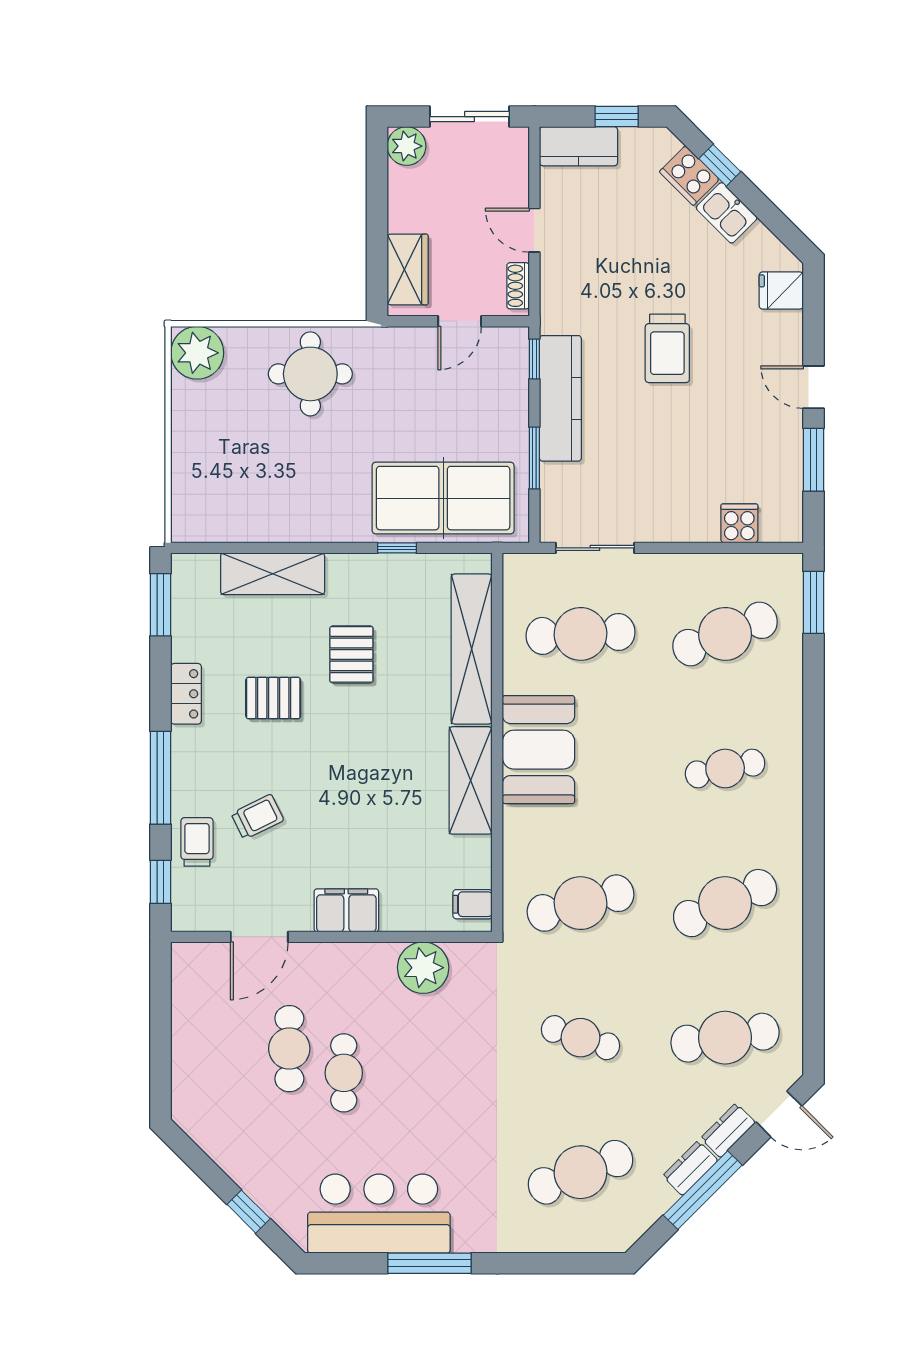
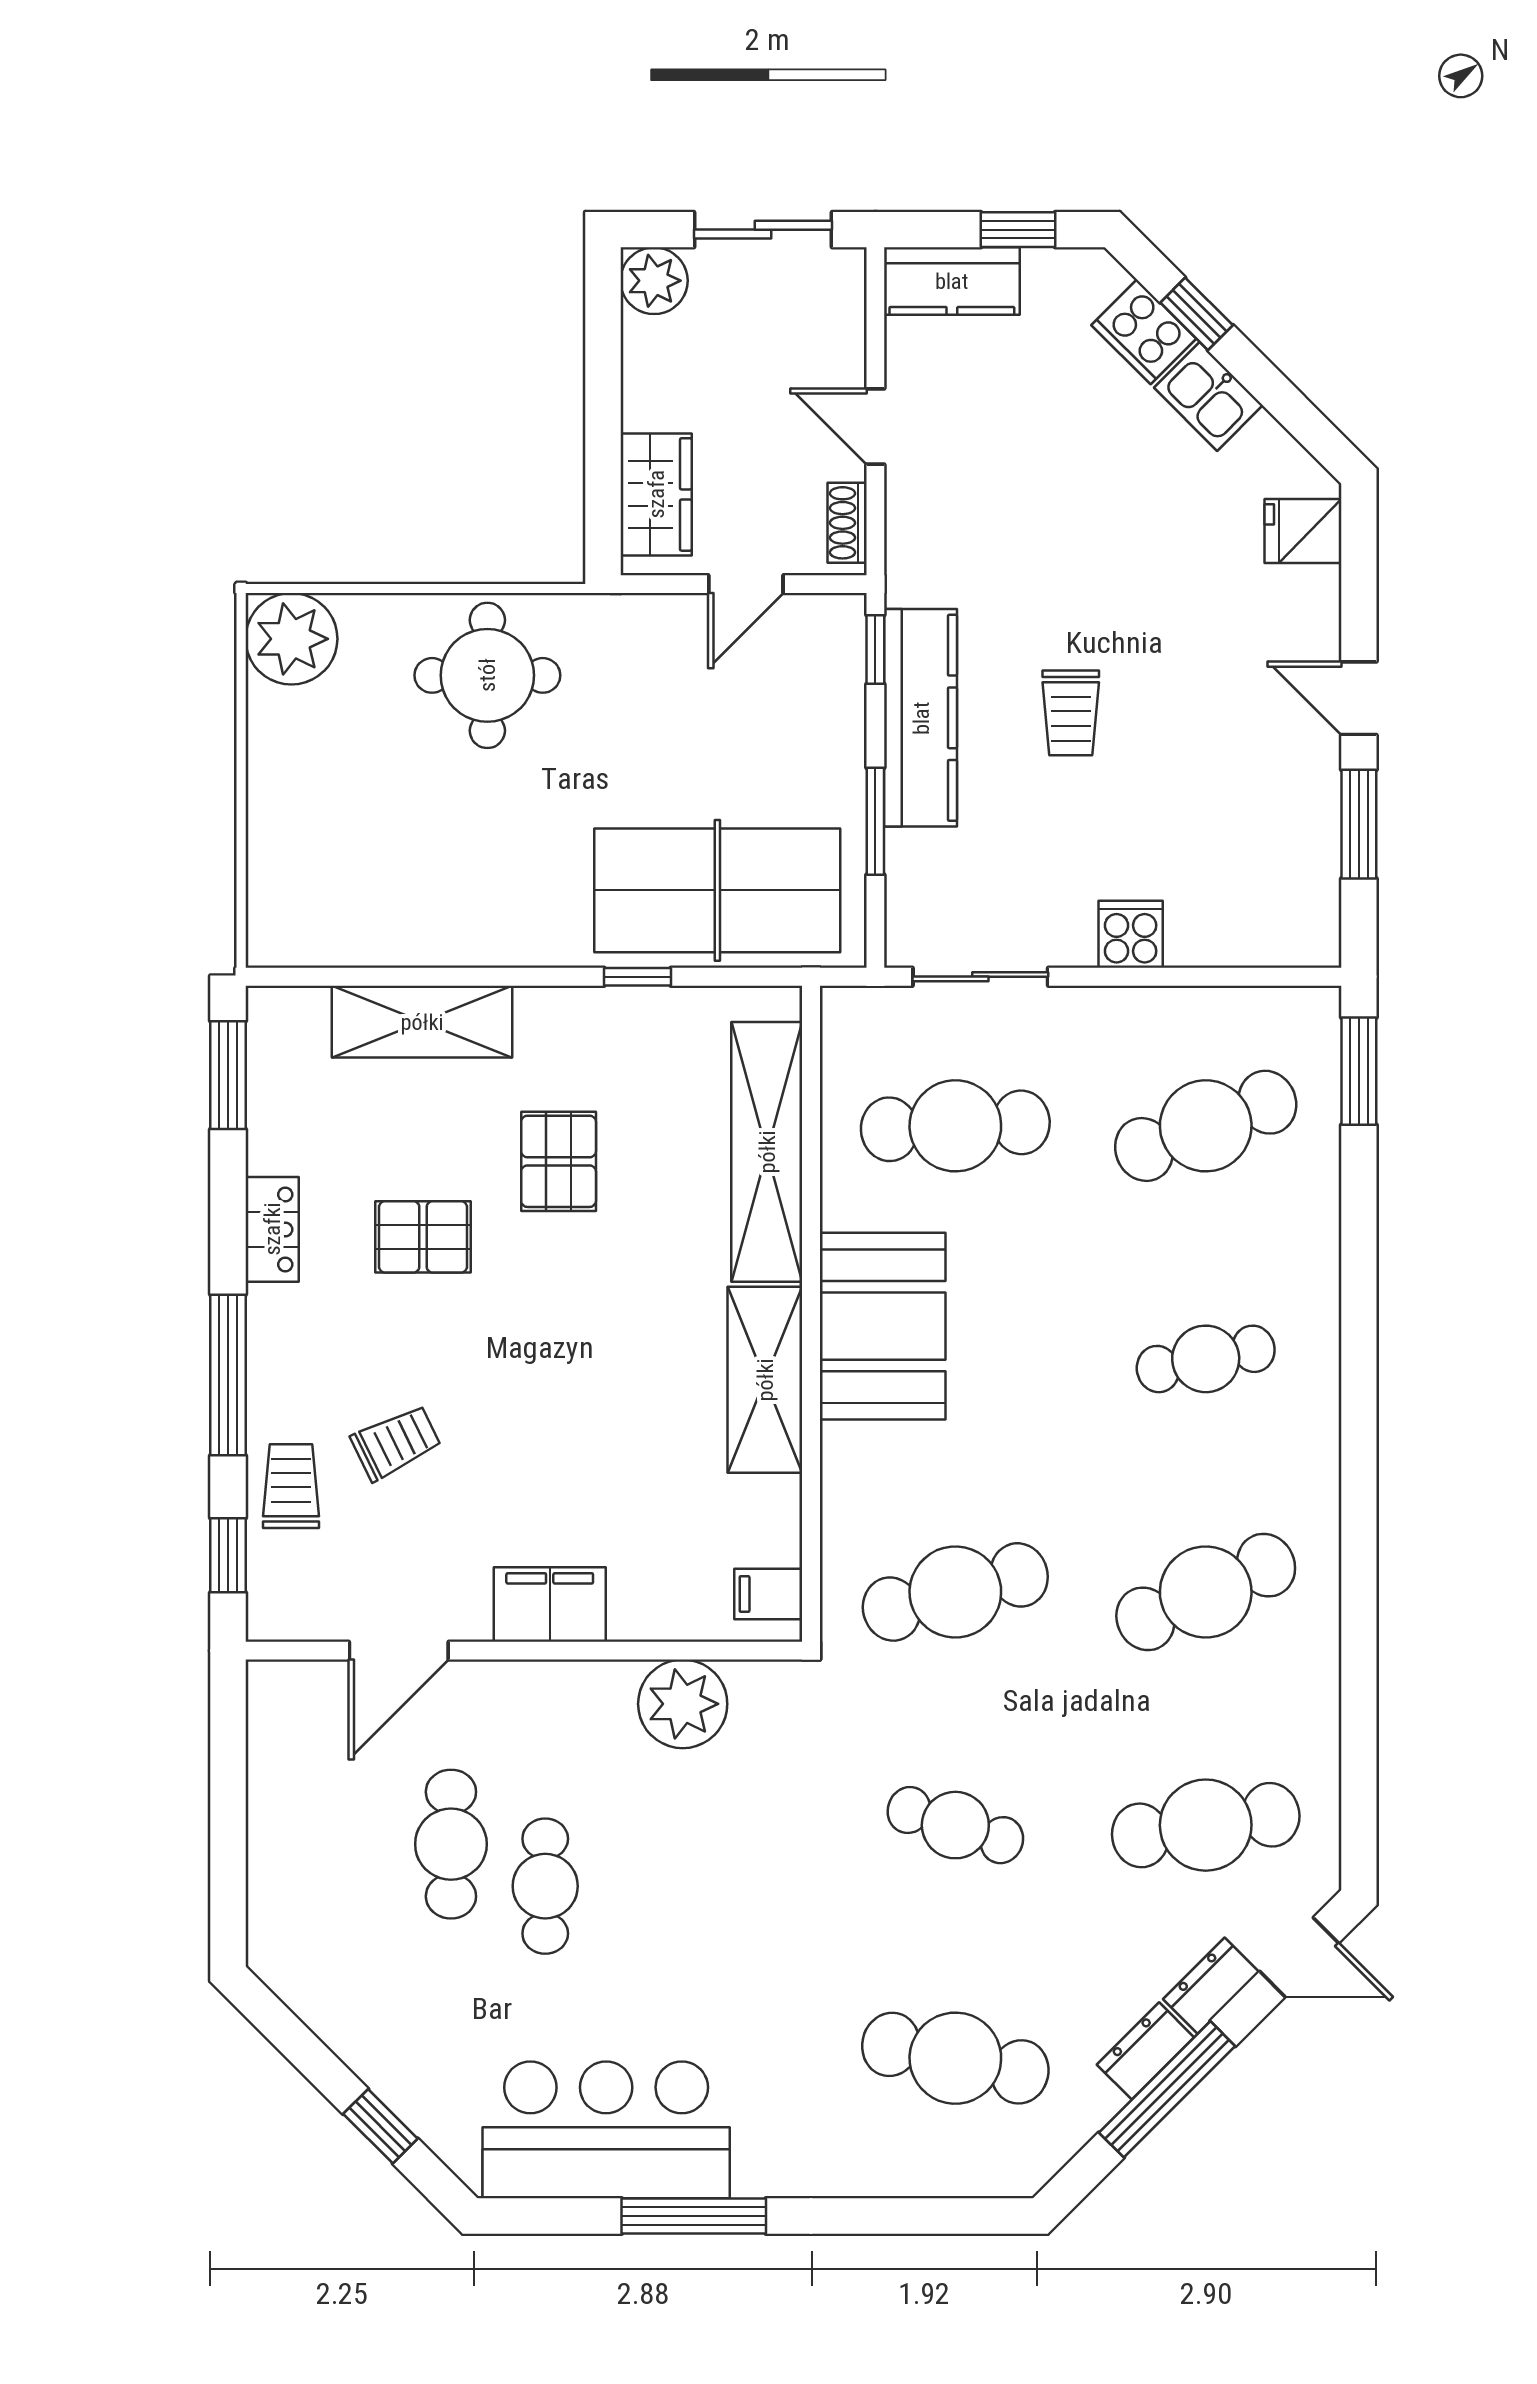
trolley: (667, 348) -> (1071, 713), moved, width x0.73, depth x0.72
cooker: (739, 523) -> (1131, 934), moved
cafe table: (581, 1172) -> (955, 2058), turned 33

